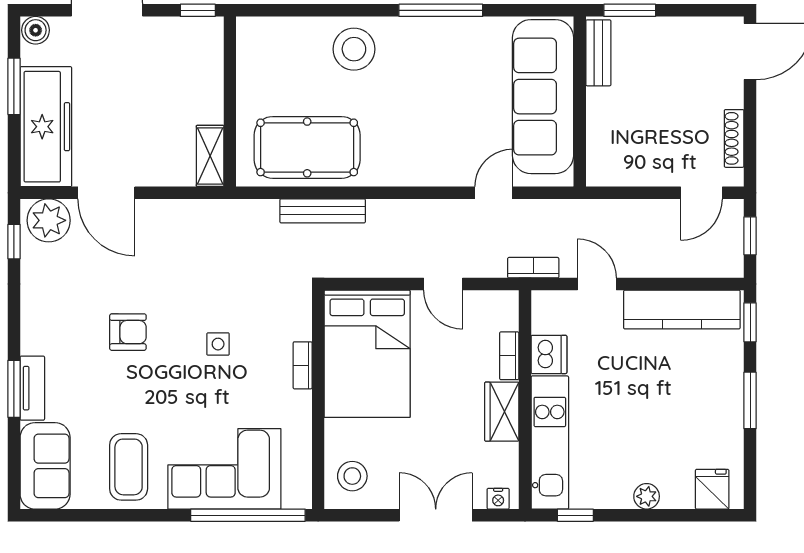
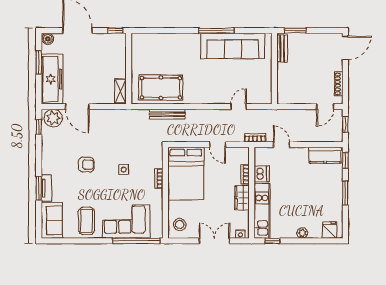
stool: (354, 49) -> (180, 47), removed
sofa: (543, 97) -> (233, 46), moved, turned -90
kitchen counter: (682, 310) -> (325, 155), width x0.67

